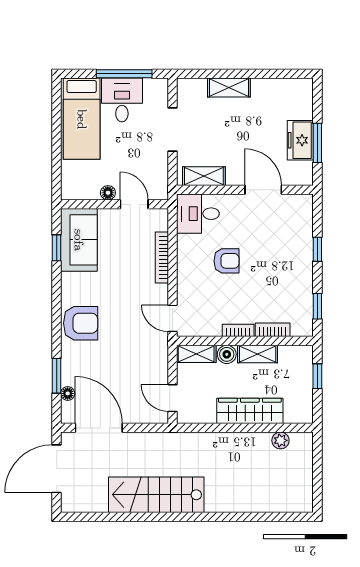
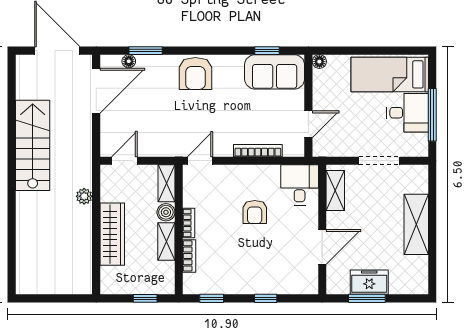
shelving: (229, 88) -> (416, 224), width x1.50, depth x1.33
floor lamp: (108, 193) -> (319, 62), moved
plant: (280, 440) -> (84, 196), moved

